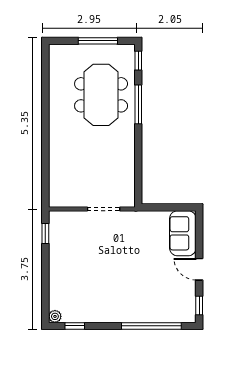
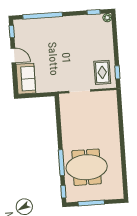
meeting table: (101, 95) -> (87, 167), turned 90
rug: (68, 235) -> (102, 72), added

